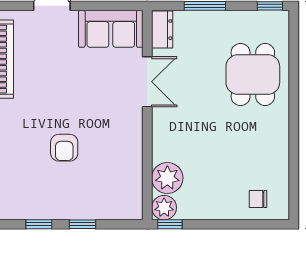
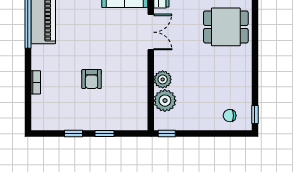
dining table: (253, 75) -> (226, 27), turned 90
window: (294, 197) -> (255, 114), added
plant: (164, 208) -> (163, 79), moved

